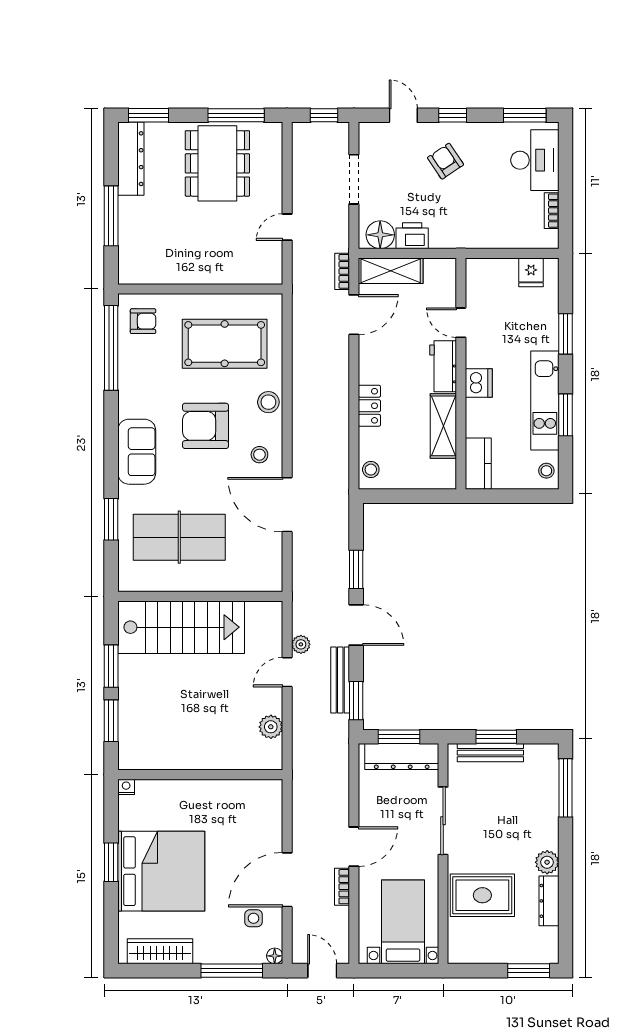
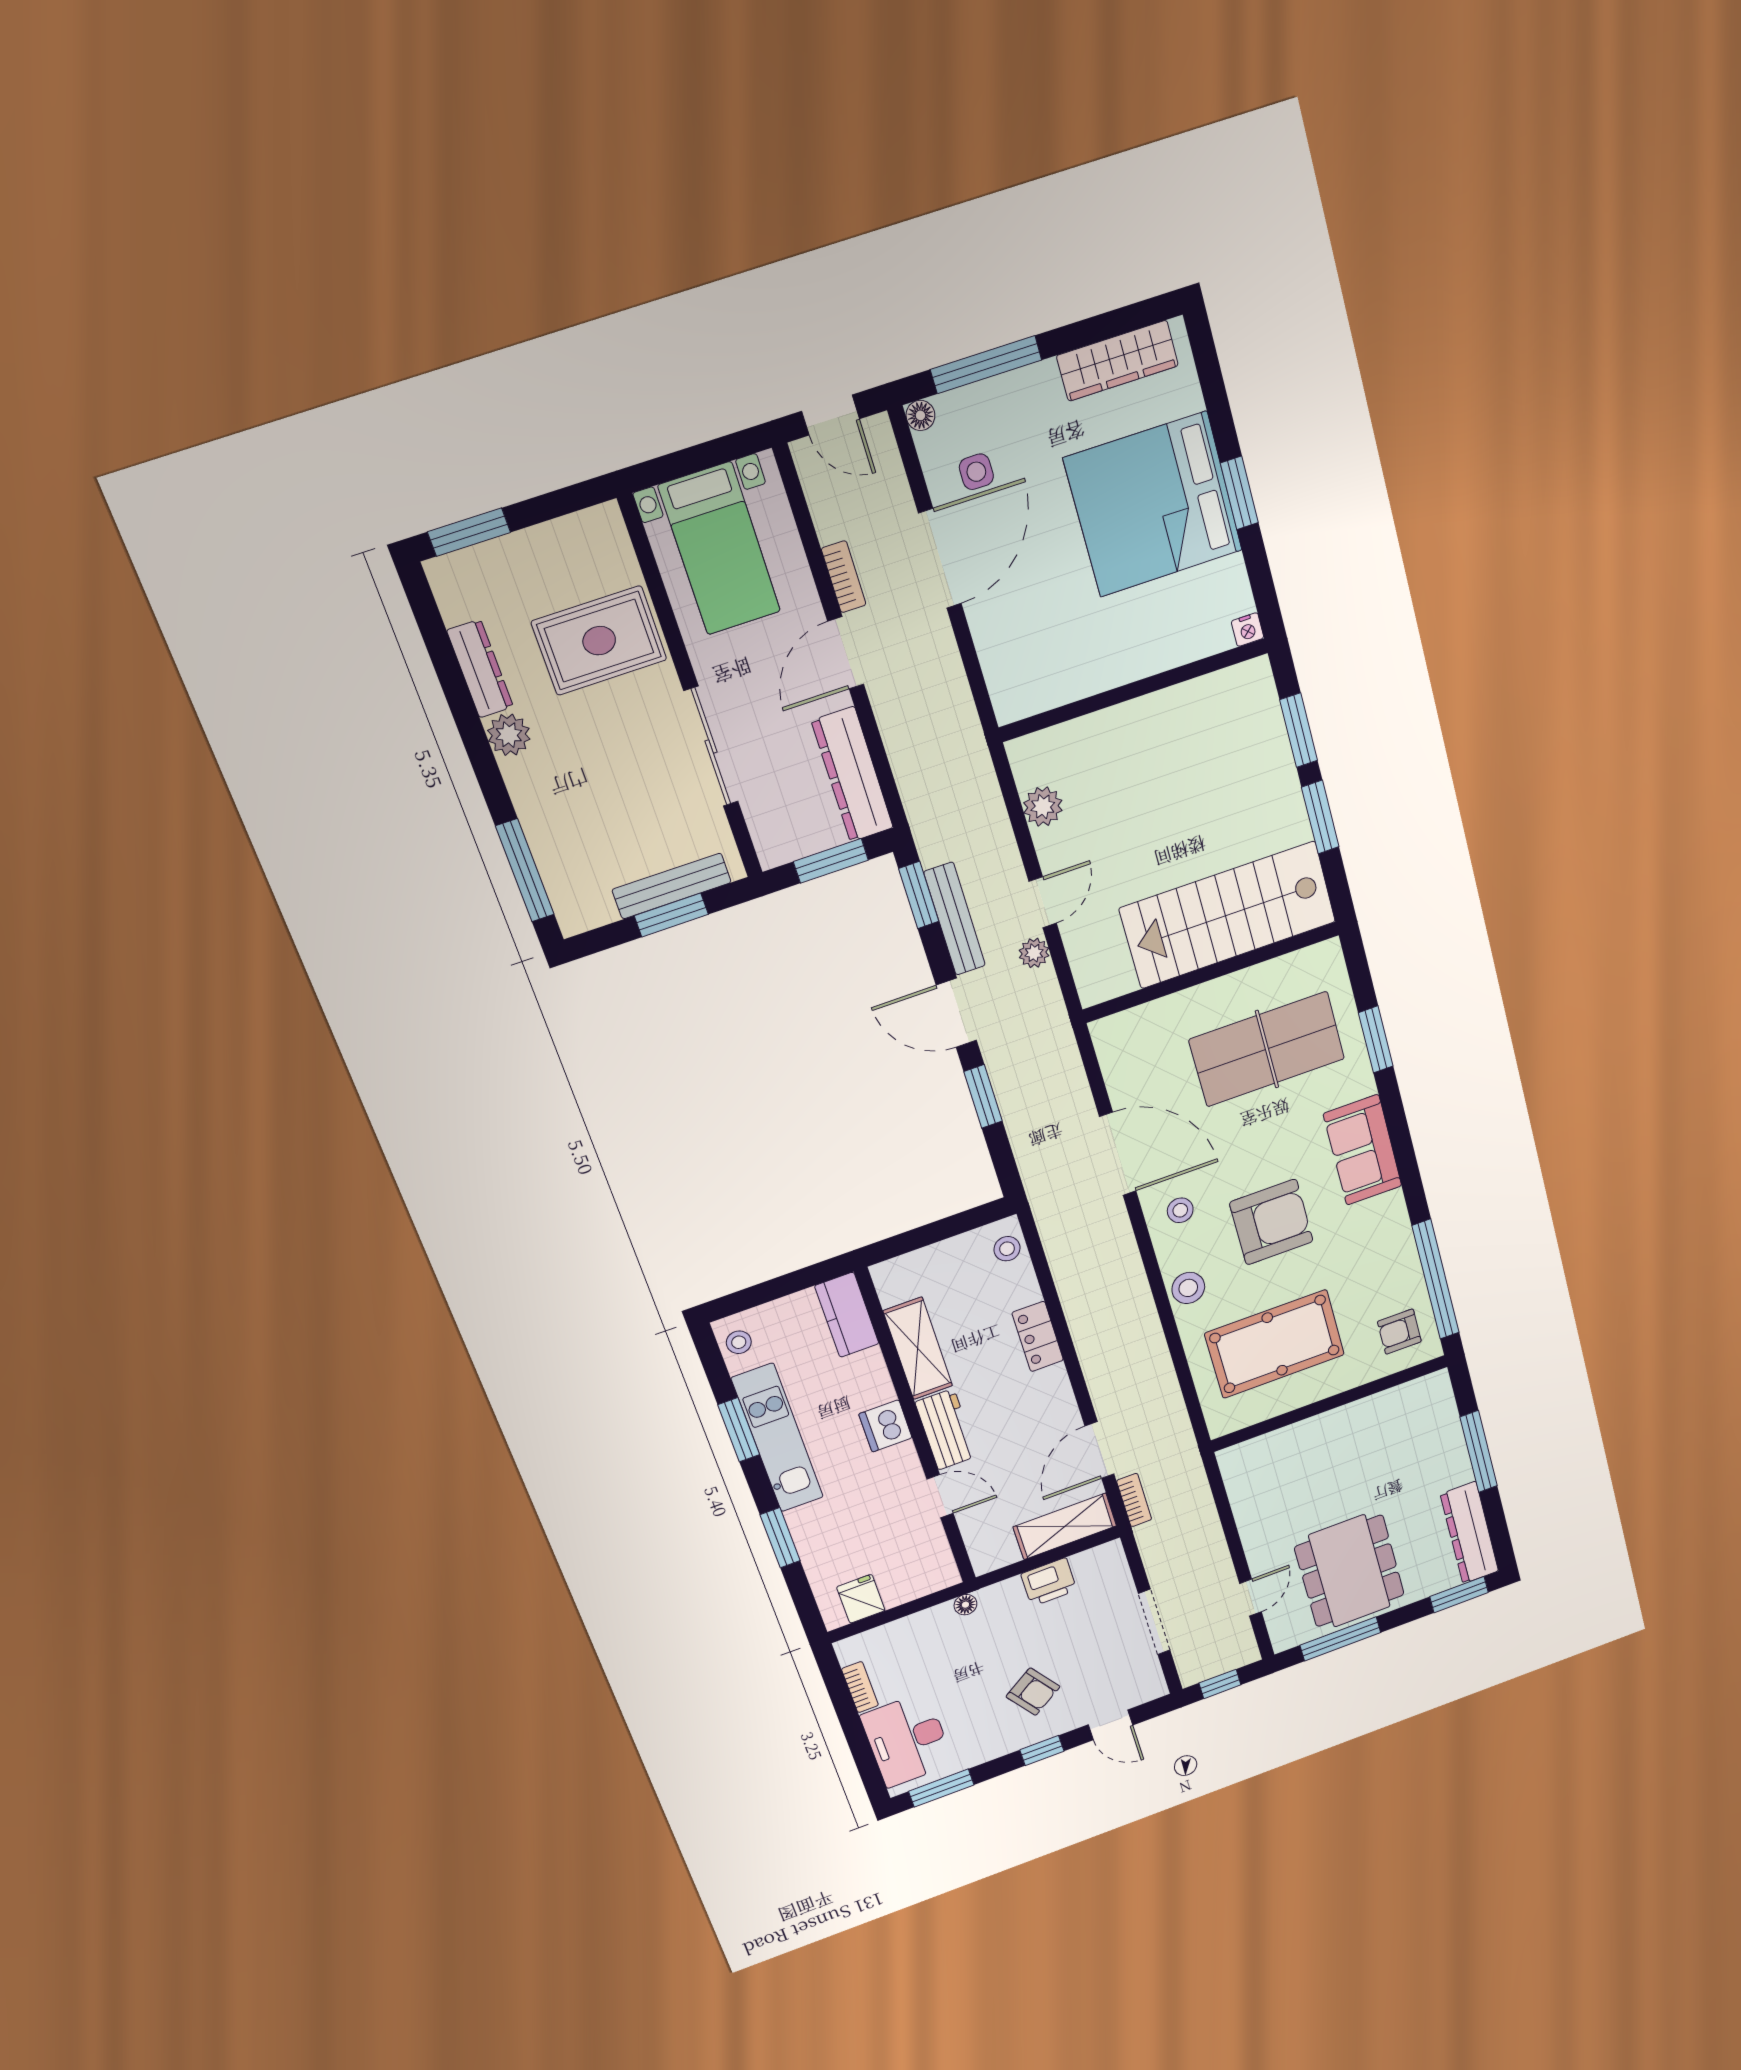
door: (287, 227) -> (1250, 1598), moved
floor lamp: (380, 235) -> (965, 1605), moved, width x0.53, depth x0.53
dresser: (402, 757) -> (852, 775), moved, turned -90

